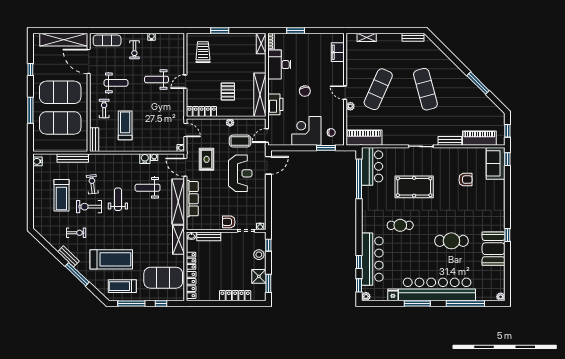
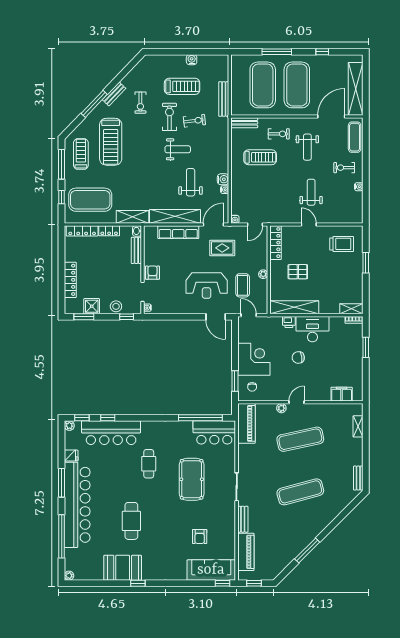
desk: (279, 65) -> (312, 329), moved
exercise mat: (378, 89) -> (300, 439), turned -36
printer: (275, 104) -> (289, 322), width x0.53, depth x0.68
water cooler: (38, 161) -> (192, 60), moved
sofa: (496, 163) -> (211, 570), width x1.36
treadmill: (61, 195) -> (182, 86), turned 180
exercise mat: (163, 278) -> (90, 200), turned 90

